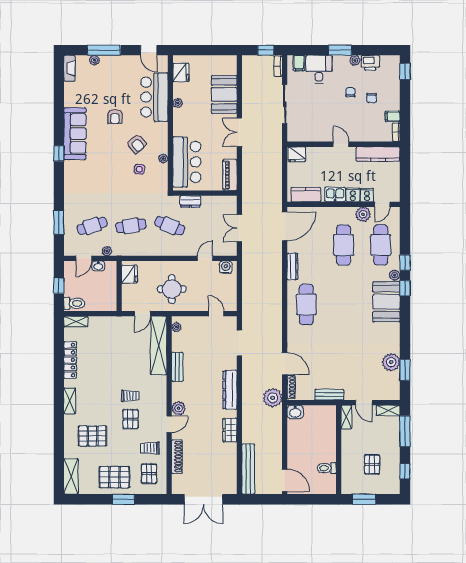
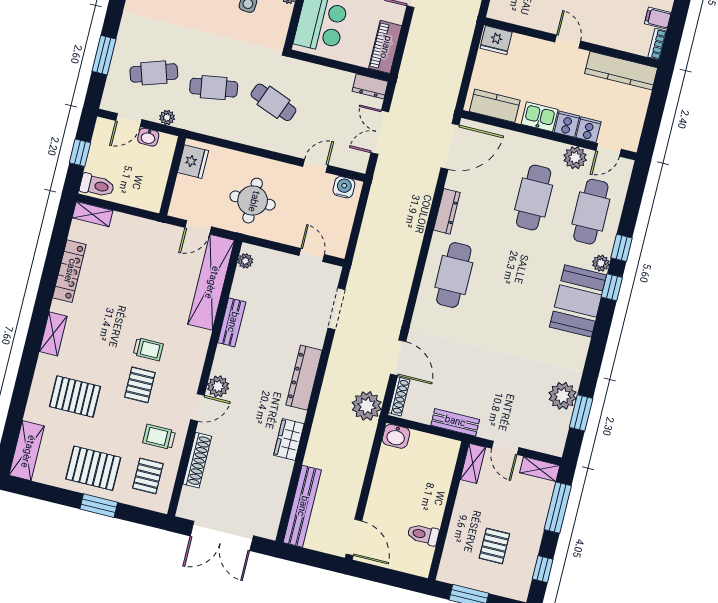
dresser: (190, 201) -> (370, 86), moved

